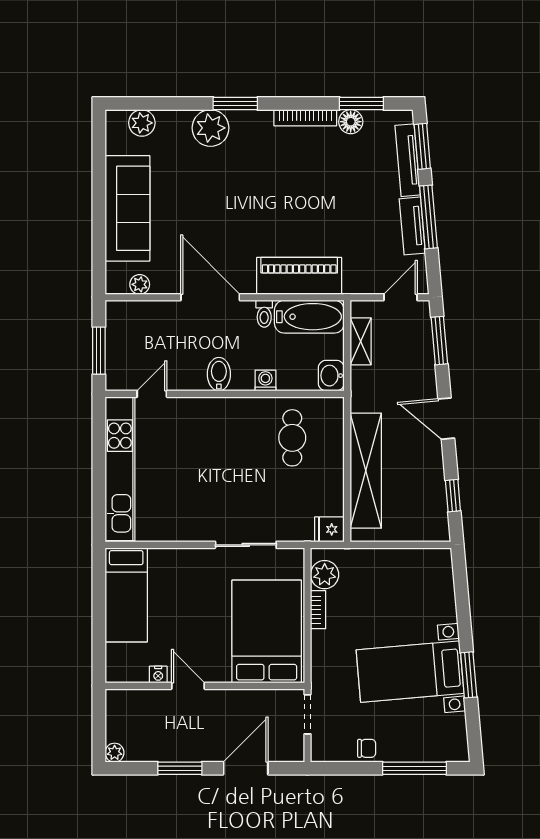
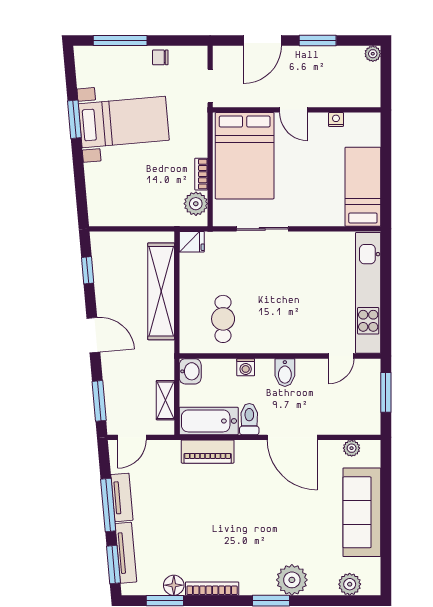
piano: (299, 276) -> (208, 452), width x0.73, depth x0.75
toilet: (264, 314) -> (249, 419), width x1.37, depth x1.39
door: (188, 686) -> (294, 110), moved

